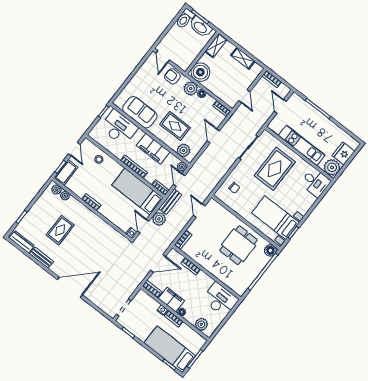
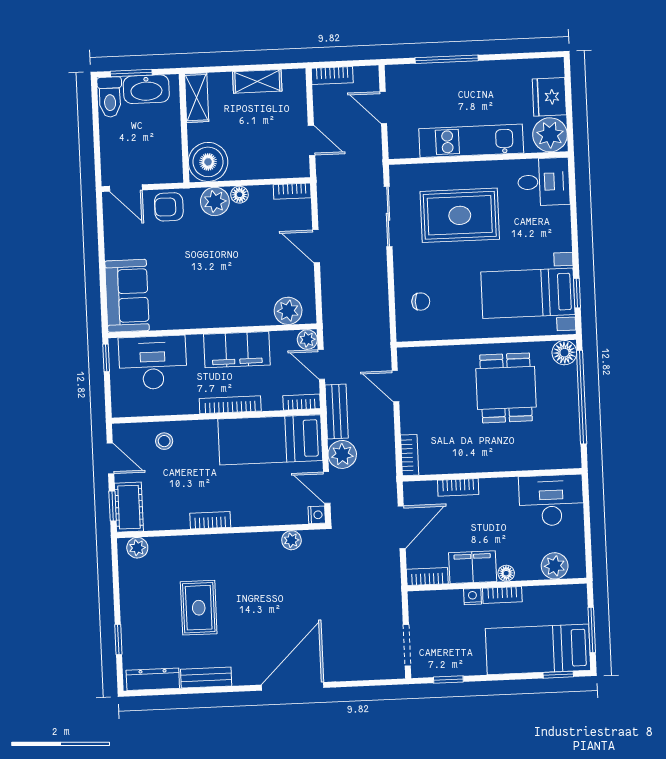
sofa: (140, 112) -> (127, 296), moved, turned 90
rug: (175, 126) -> (241, 283), removed
rug: (275, 169) -> (460, 215), turned 90
plant: (65, 196) -> (291, 540), moved

